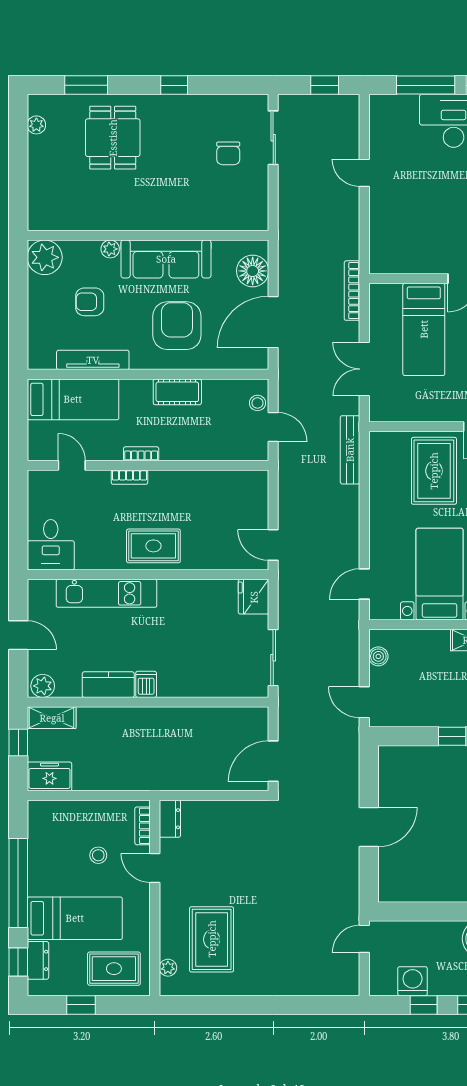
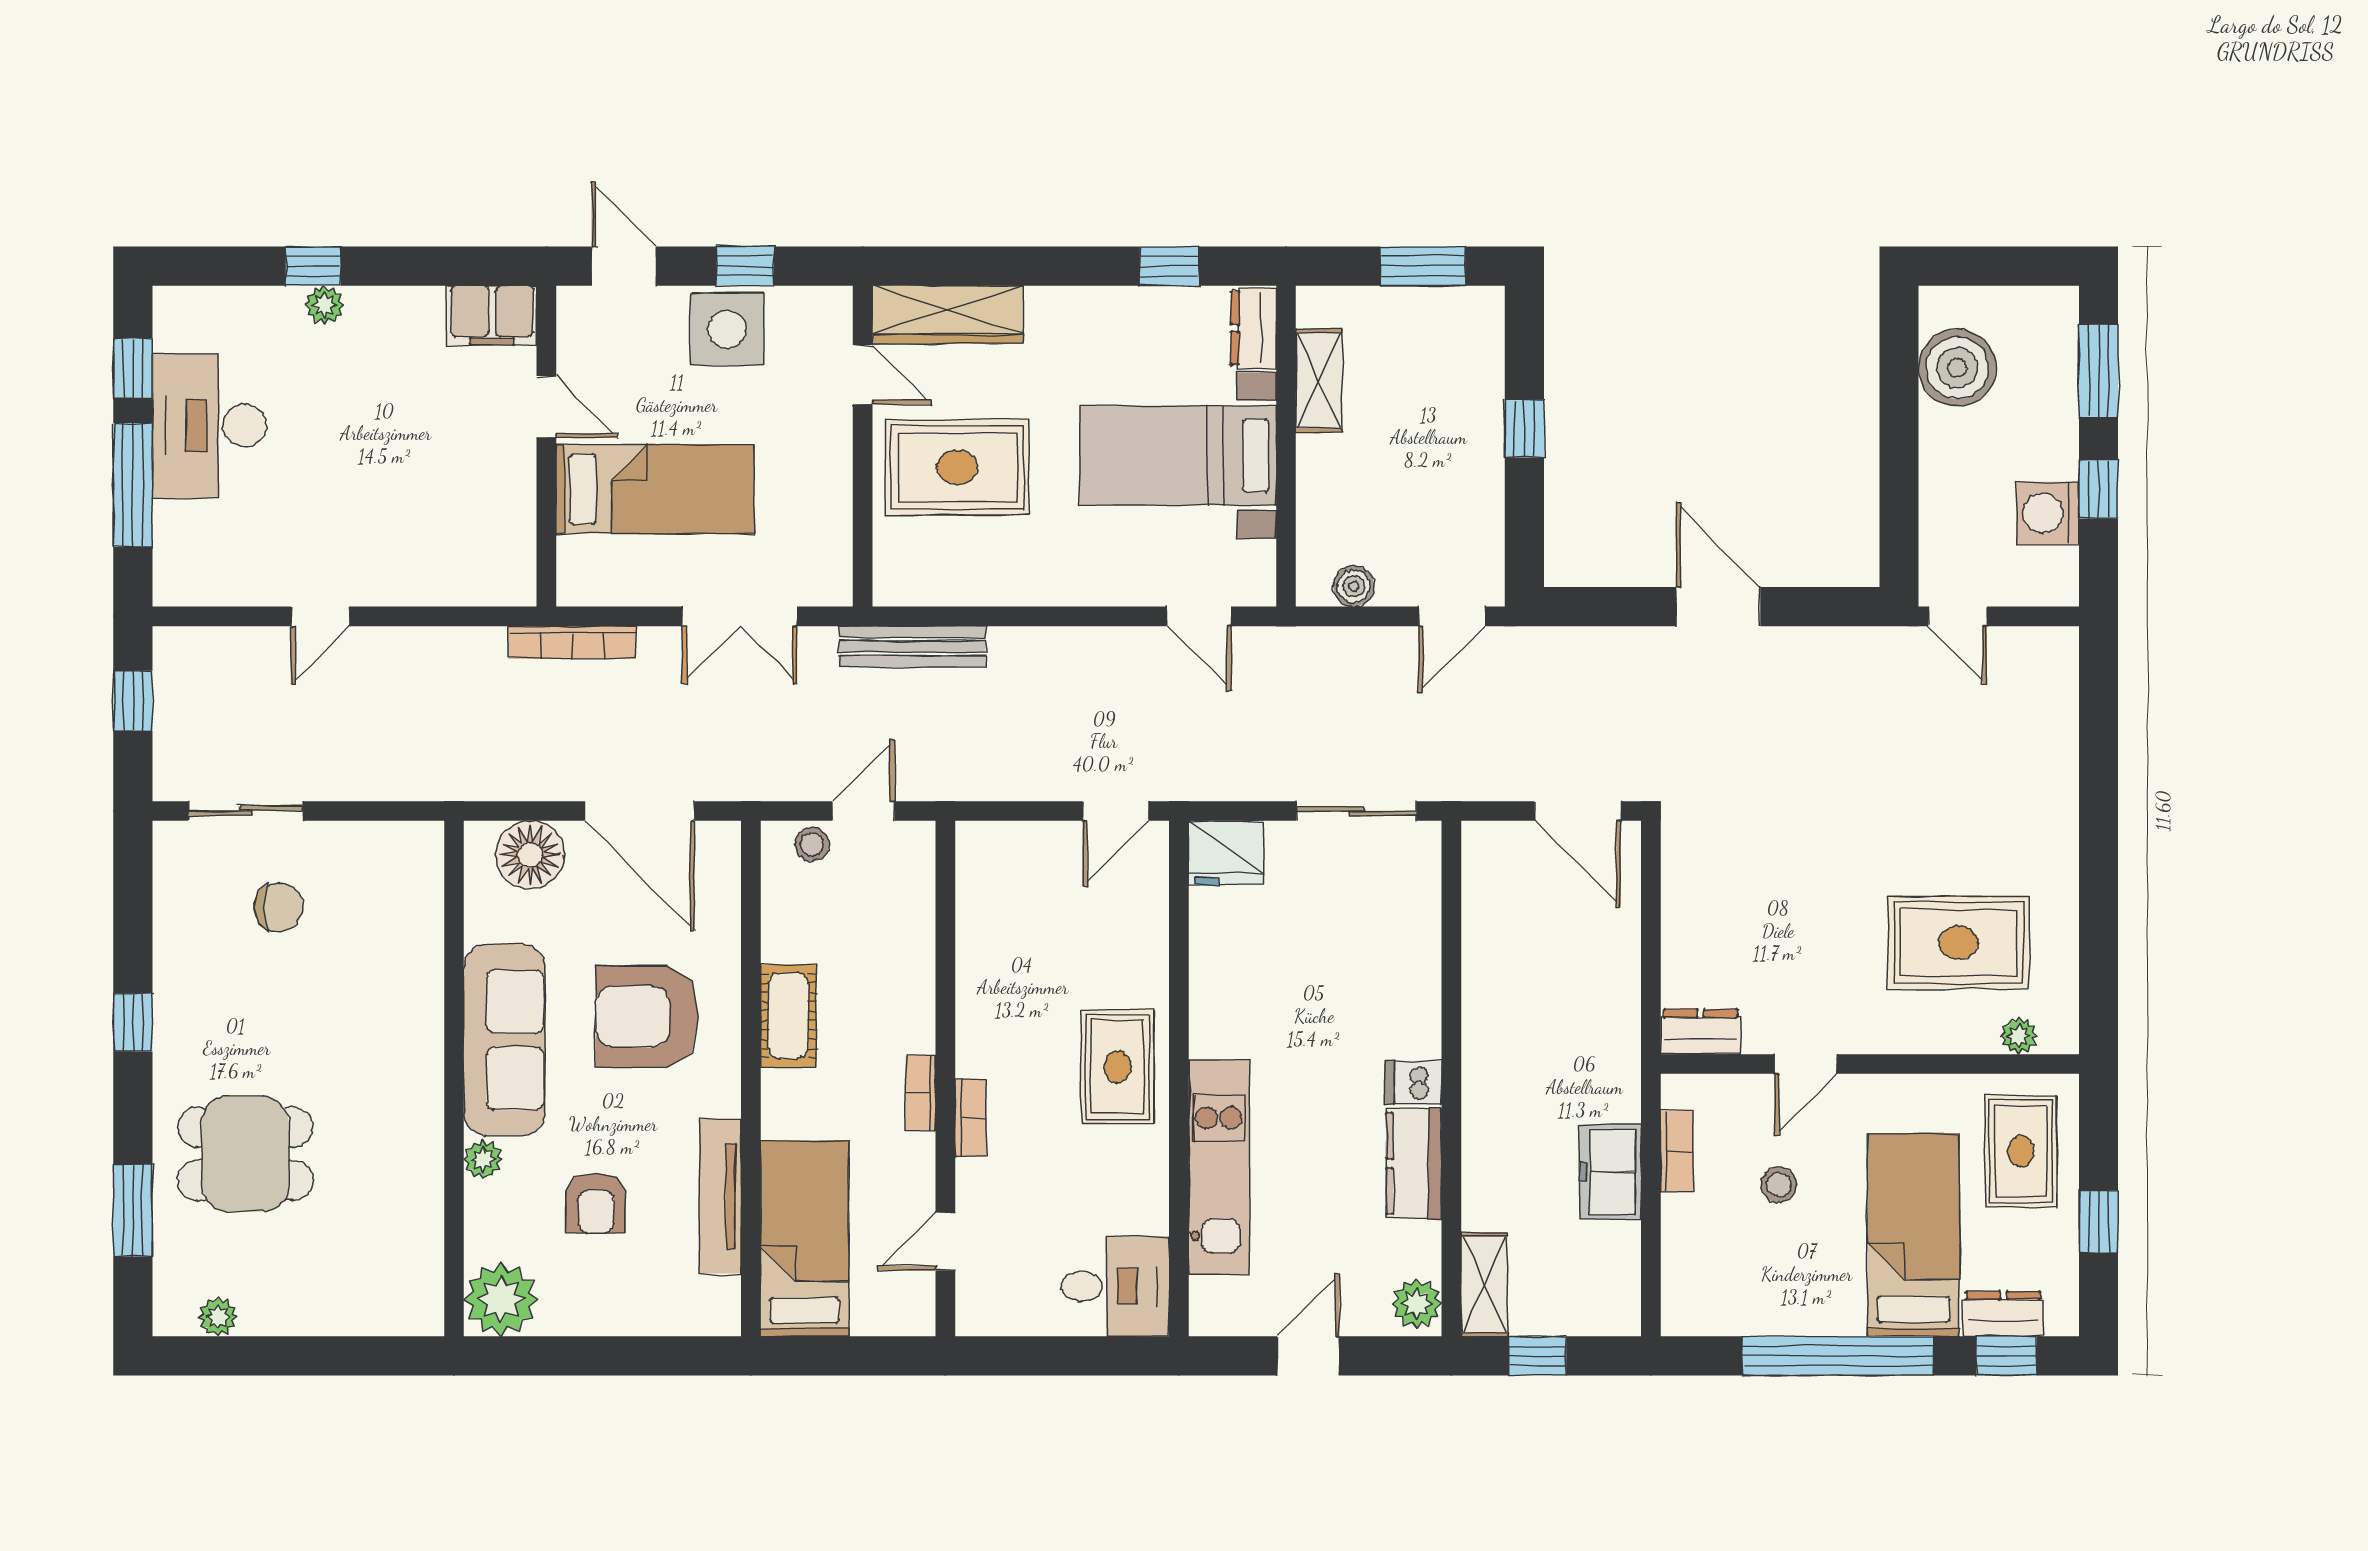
freezer: (49, 776) -> (1610, 1172), moved
bookcase: (143, 826) -> (1677, 1151), moved, turned -90

